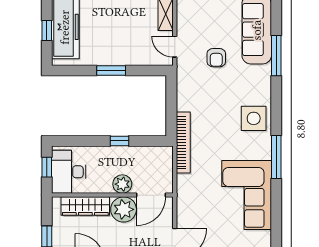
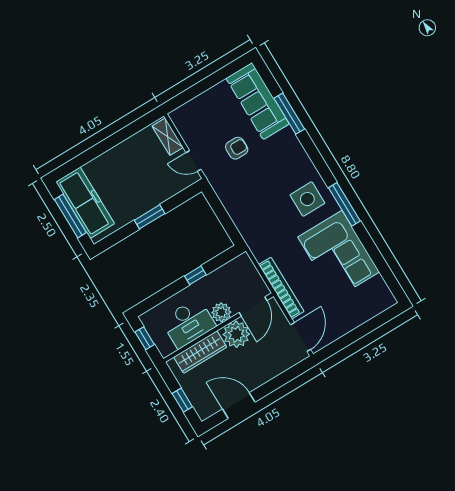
window: (47, 30) -> (70, 216), width x2.17
armchair: (216, 58) -> (237, 148), turned -90
side table: (254, 118) -> (307, 199), moved
bookcase: (183, 143) -> (281, 288), moved
desk: (69, 172) -> (188, 323), moved, turned -90

